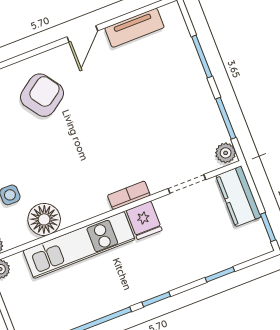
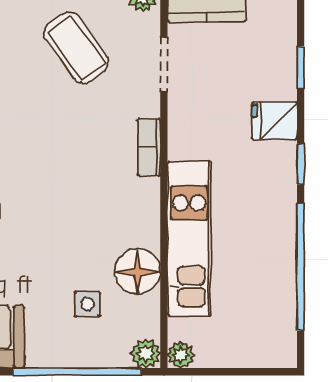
coffee table: (176, 122) -> (76, 48), added
fridge: (144, 220) -> (274, 121), moved, turned 180

